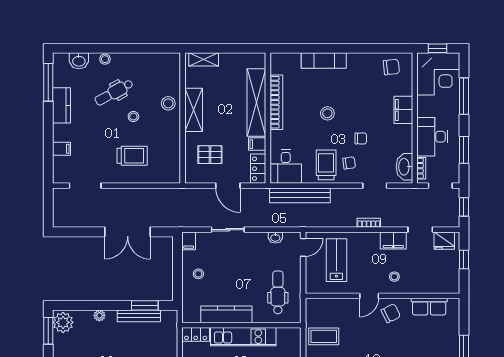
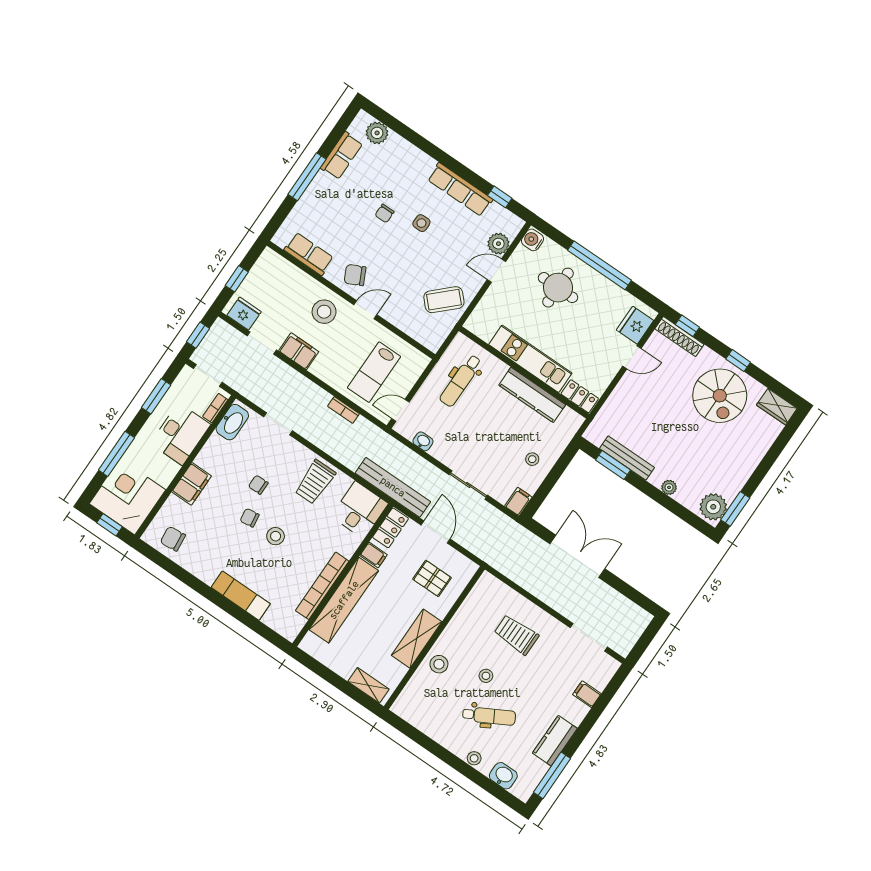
chair: (349, 163) -> (250, 518), moved
bench: (300, 195) -> (393, 487), moved
bookcase: (369, 223) -> (343, 410), moved
stool: (394, 277) -> (324, 312), width x1.89, depth x1.89
coffee table: (324, 336) -> (444, 300), turned -44

